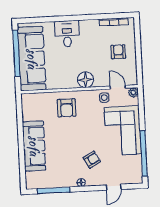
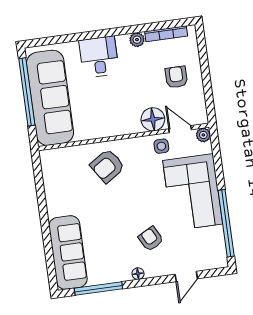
plant: (94, 24) -> (137, 40), added
floor lamp: (86, 80) -> (153, 119), moved
armchair: (67, 108) -> (107, 166), turned 57
sofa: (34, 146) -> (68, 252), moved
armchair: (92, 160) -> (151, 239), turned -89

